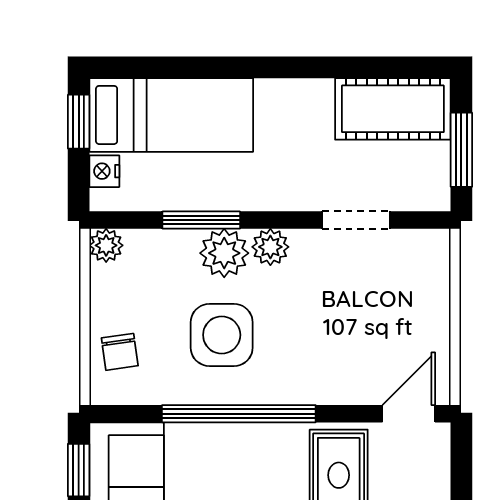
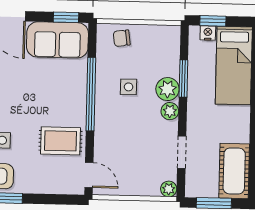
window: (79, 122) -> (213, 21), moved
plant: (106, 245) -> (169, 189), moved
side table: (222, 335) -> (129, 87), width x0.54, depth x0.54

